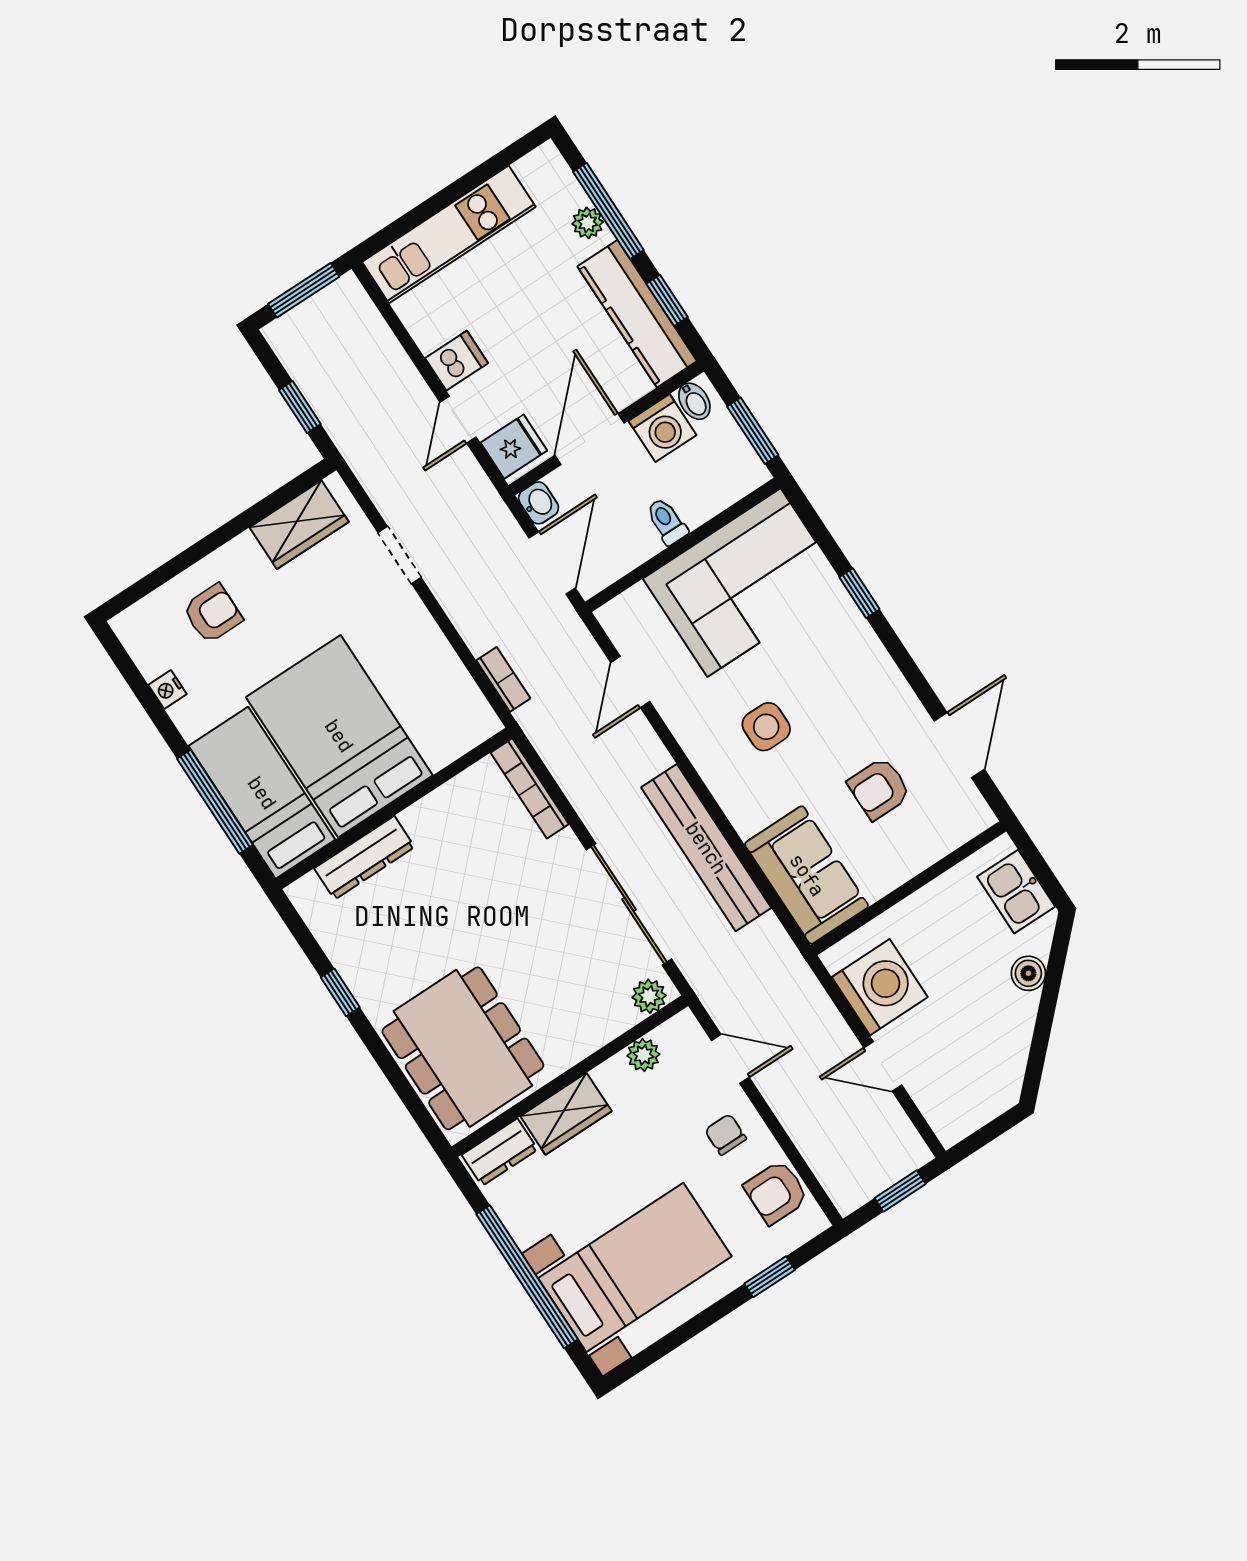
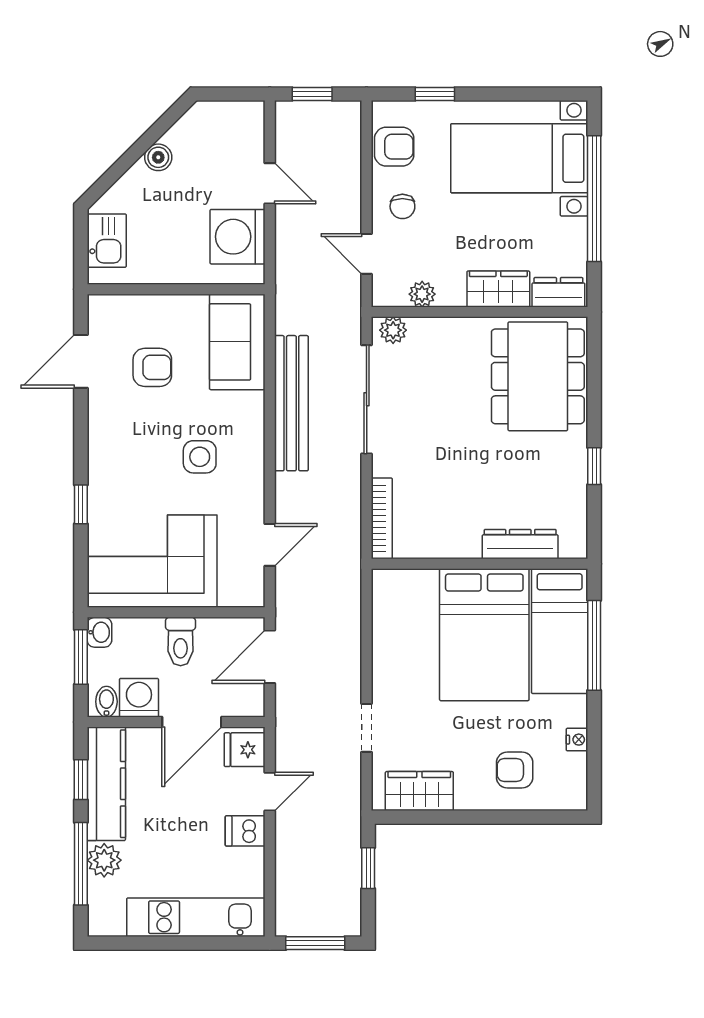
plant: (588, 223) -> (104, 860), width x1.38, depth x1.38
washbasin: (539, 503) -> (99, 632), moved, turned 180
toilet: (667, 521) -> (181, 641), width x1.37, depth x1.39
bookcase: (503, 679) -> (352, 601), removed
boiler: (1028, 973) -> (158, 157), moved

